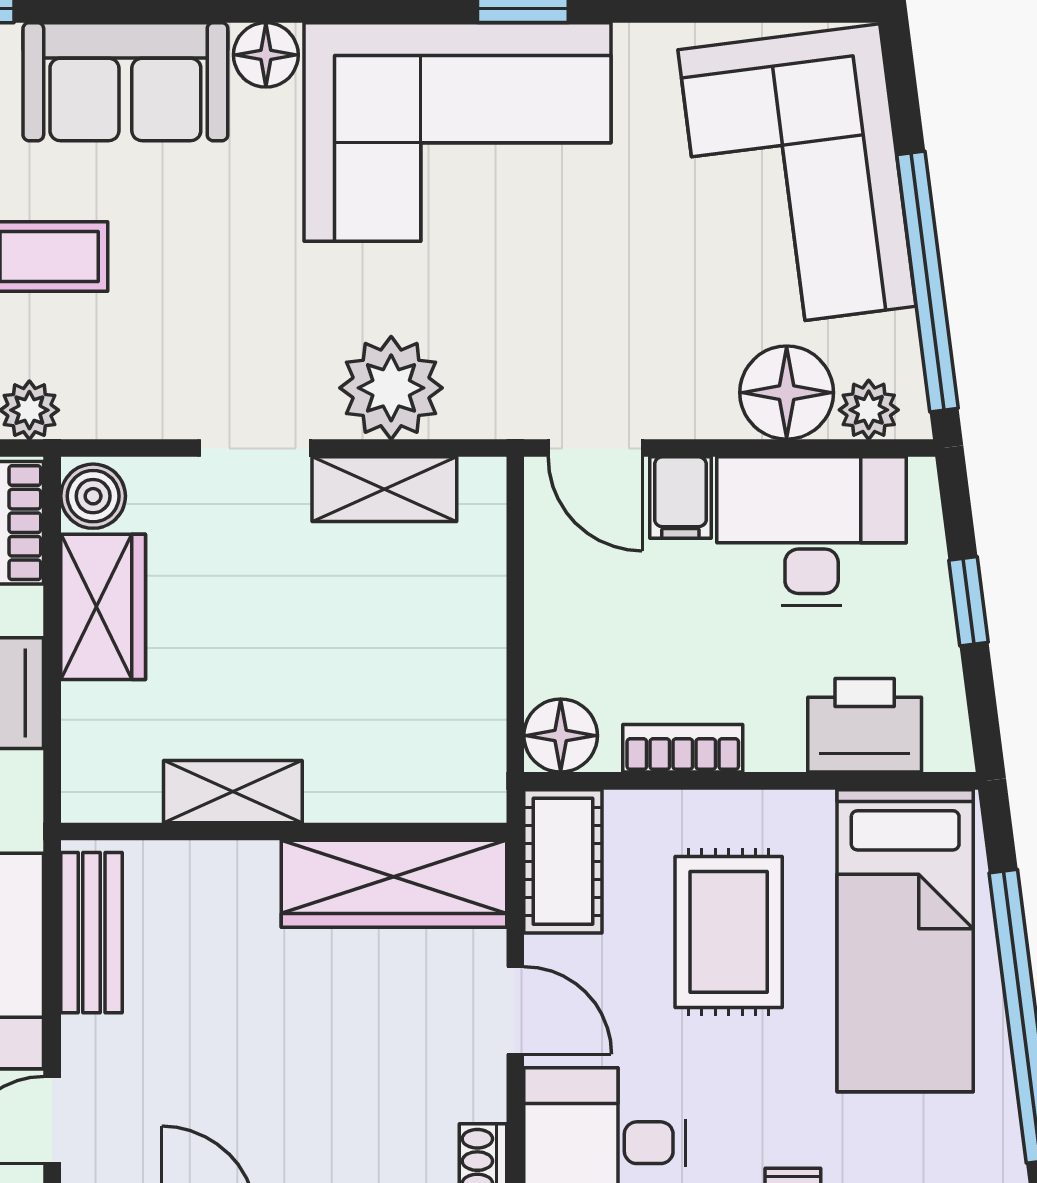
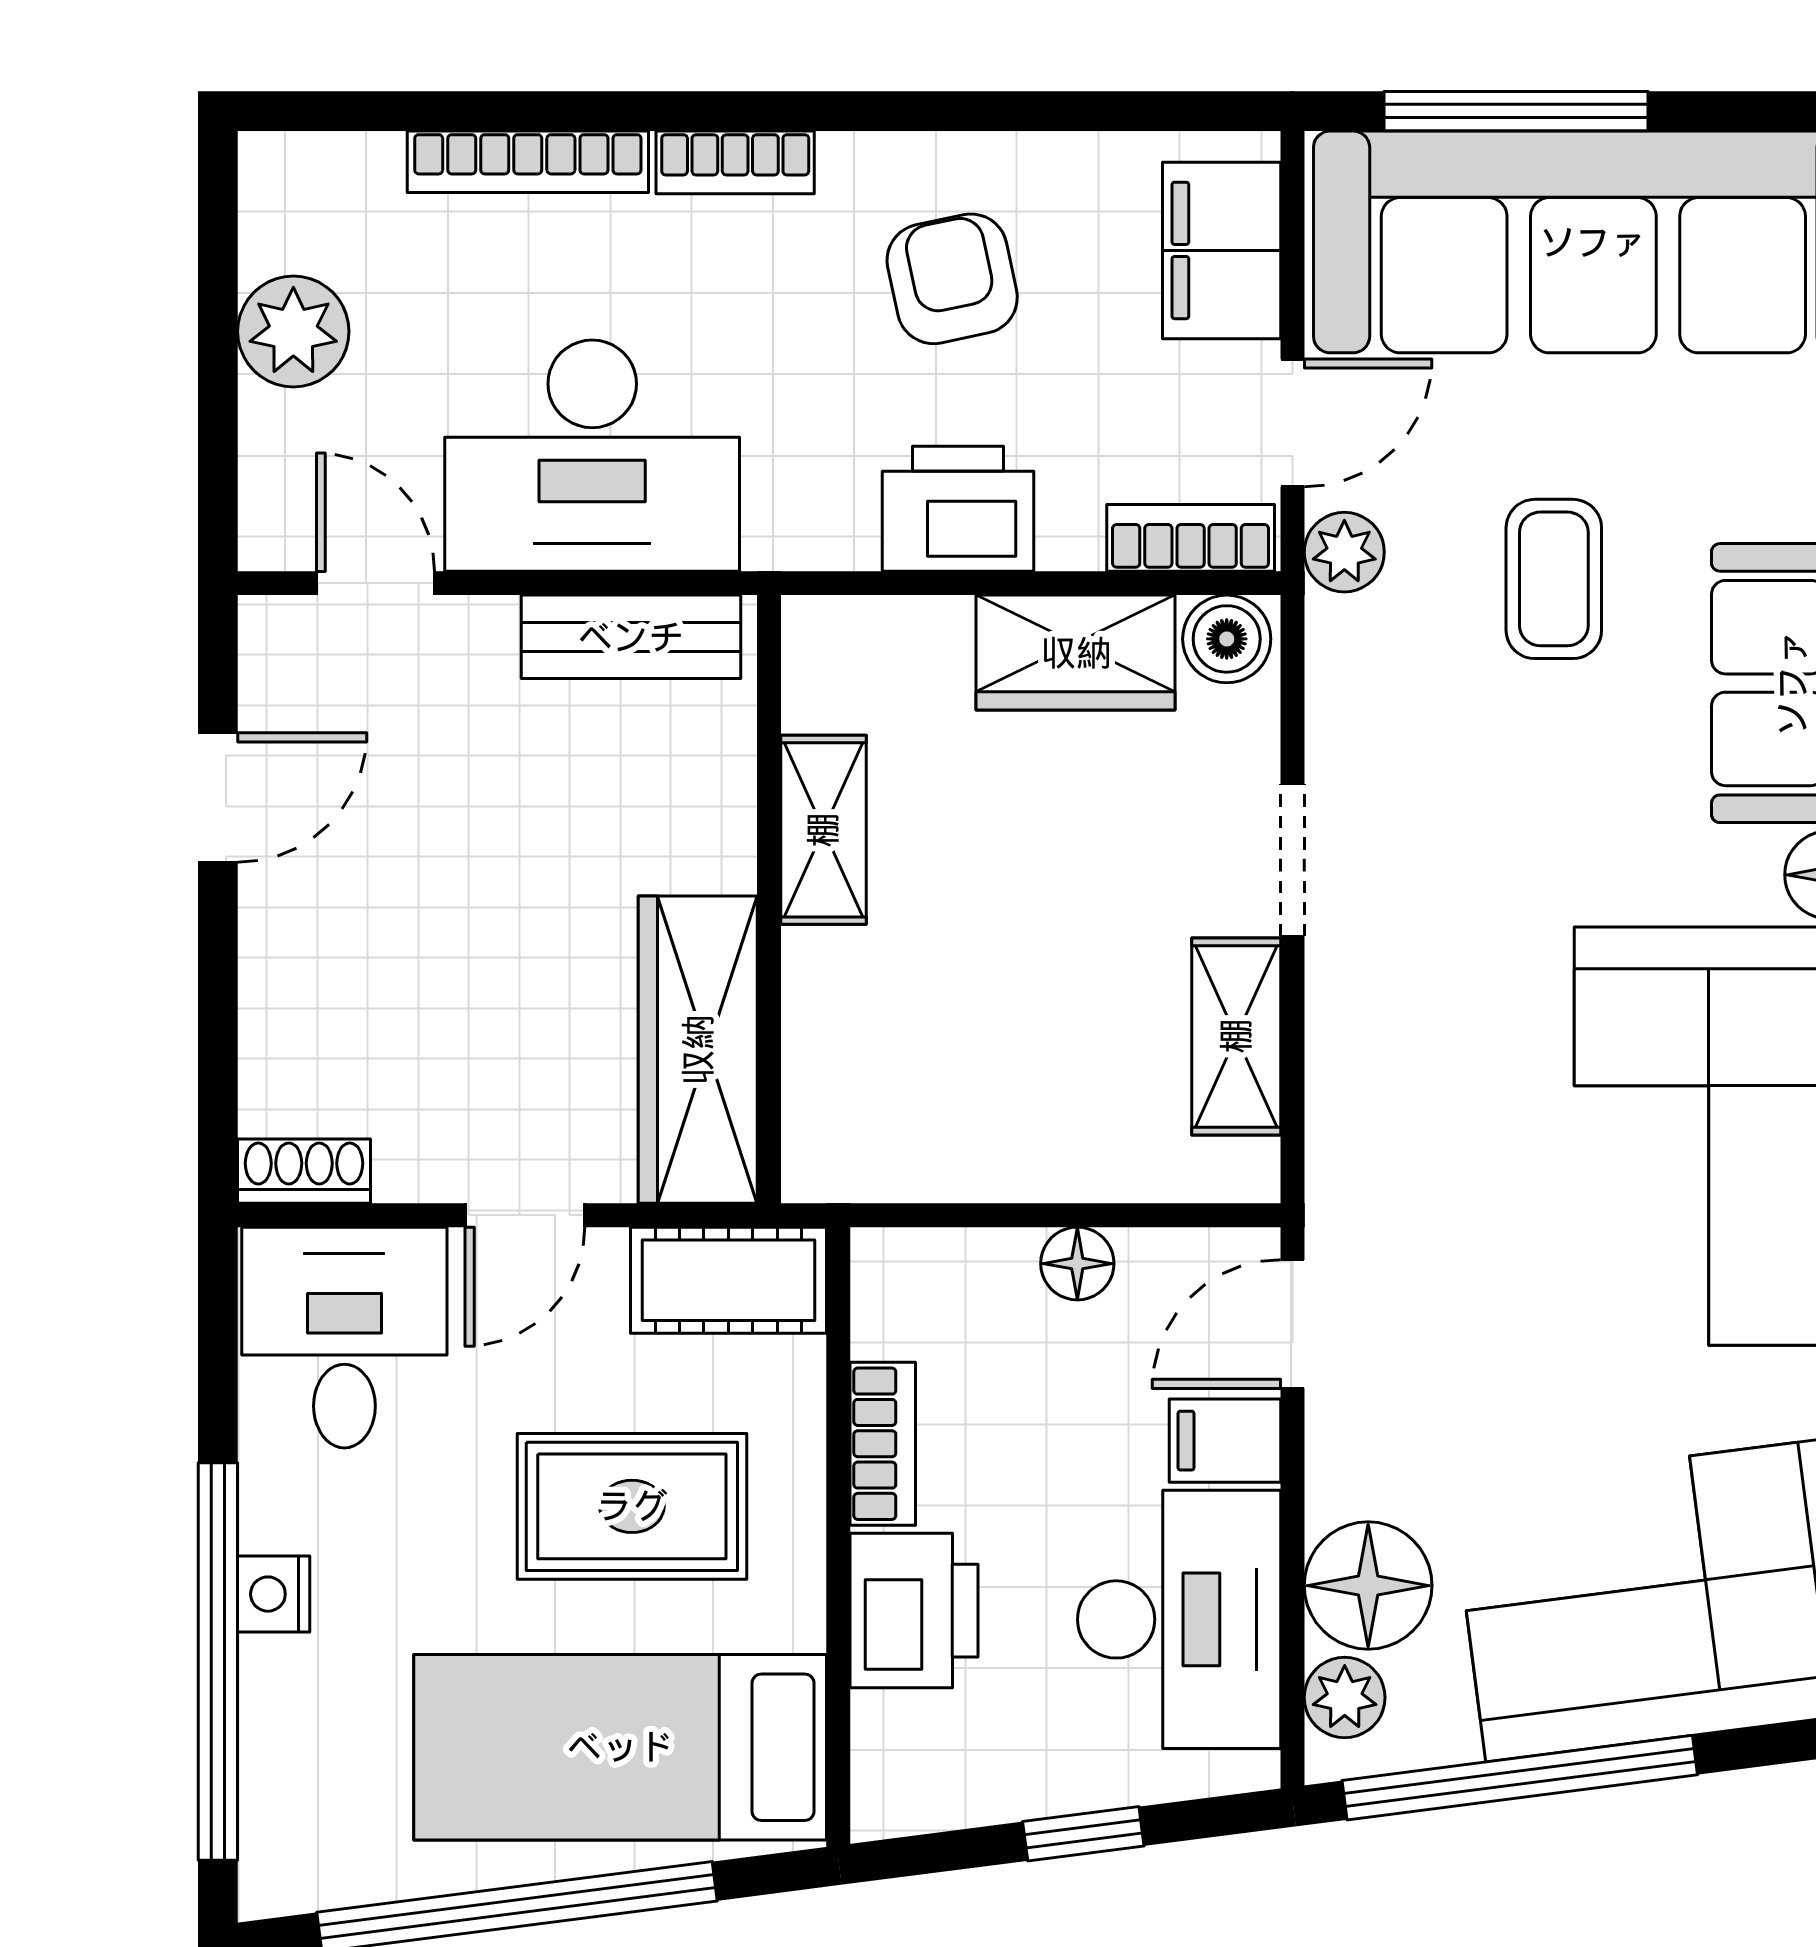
plant: (391, 388) -> (1375, 1046), removed
printer: (865, 725) -> (914, 1611), moved
floor lamp: (561, 736) -> (1077, 1264), moved, width x0.73, depth x0.73

